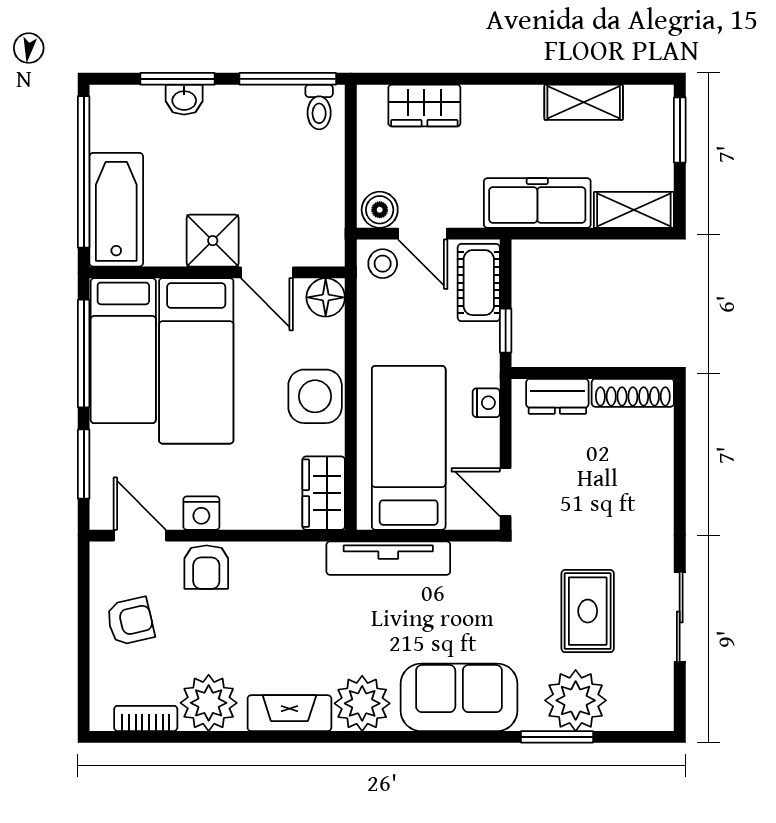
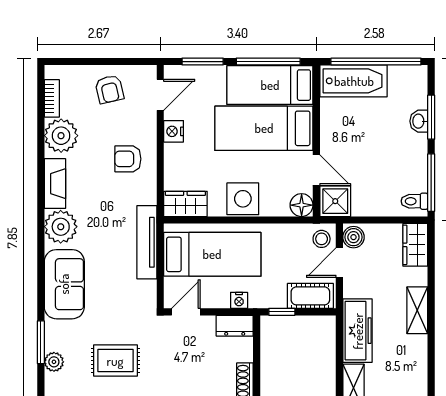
shelving: (584, 102) -> (417, 310), moved
wardrobe: (424, 106) -> (415, 245), moved
shower: (213, 241) -> (335, 201), moved
door: (267, 272) -> (316, 170), swing flipped
dresser: (557, 396) -> (235, 326), moved, turned -90
armchair: (206, 567) -> (128, 159), moved
plant: (576, 700) -> (54, 362), width x0.53, depth x0.53

